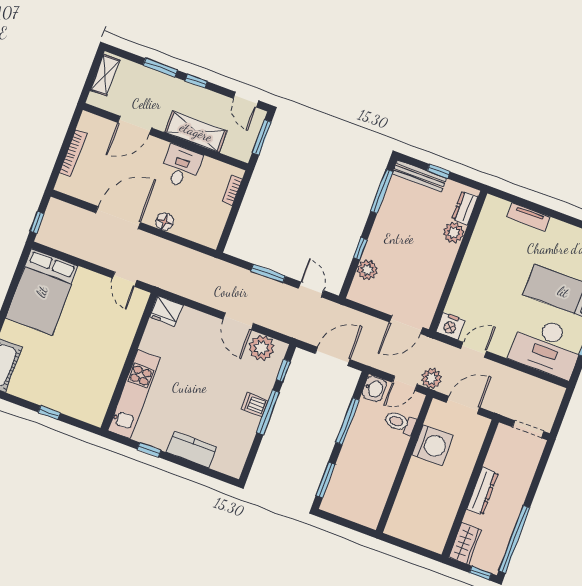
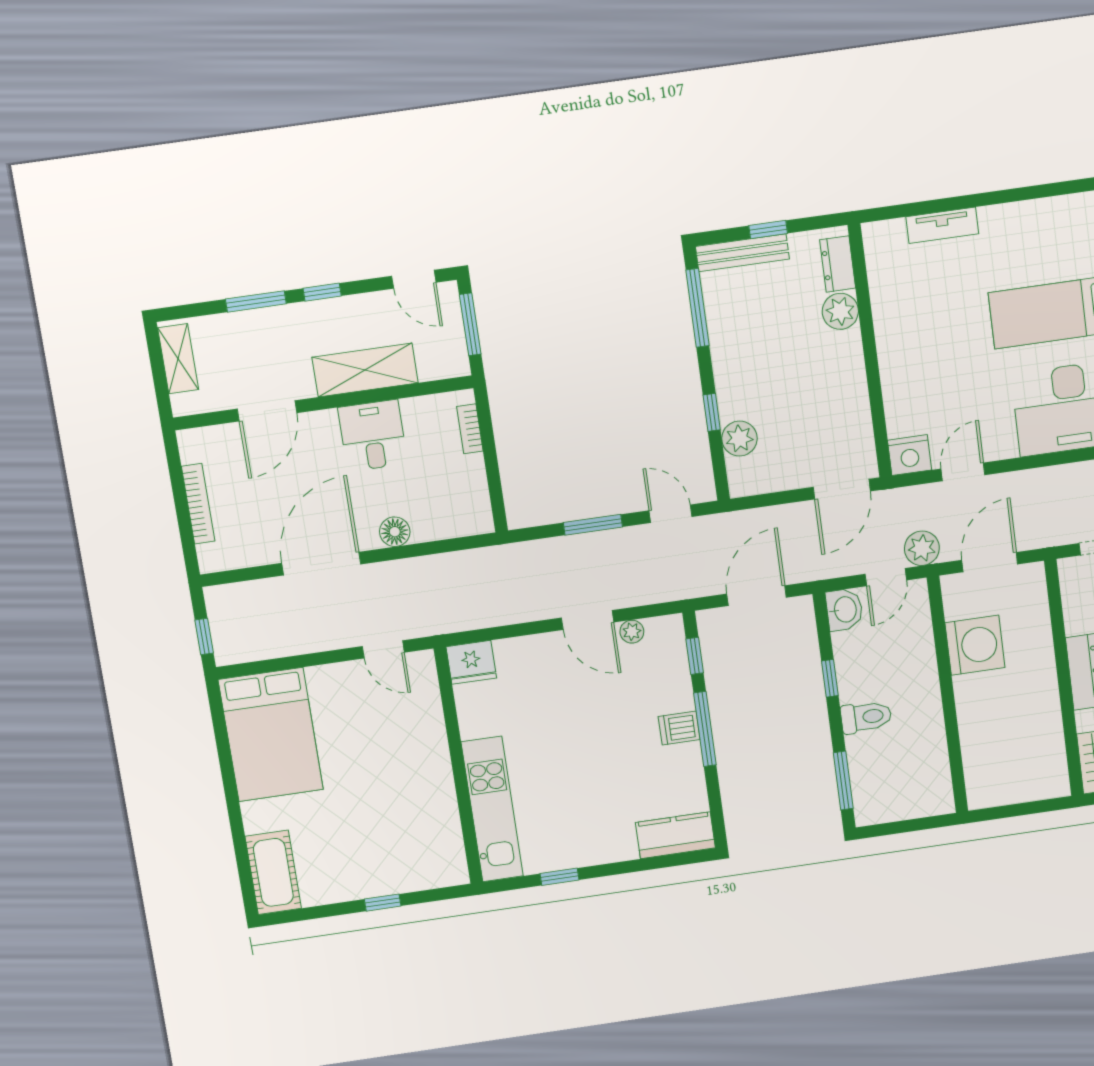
plant: (261, 348) -> (632, 632), width x0.53, depth x0.53
window: (347, 421) -> (830, 678), width x0.46
toilet: (400, 422) -> (866, 717), moved, turned 180
kitchen counter: (191, 450) -> (675, 835), moved

